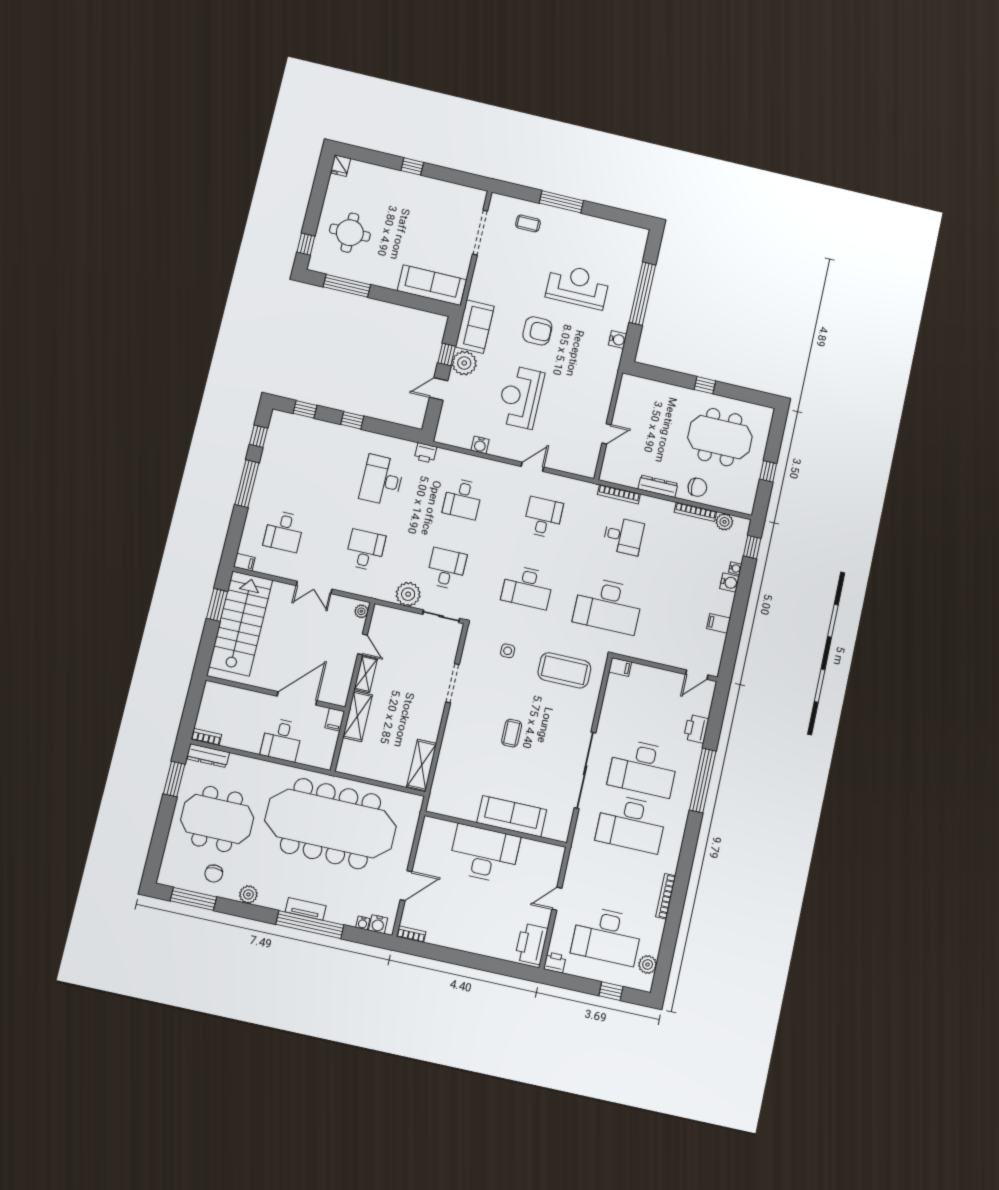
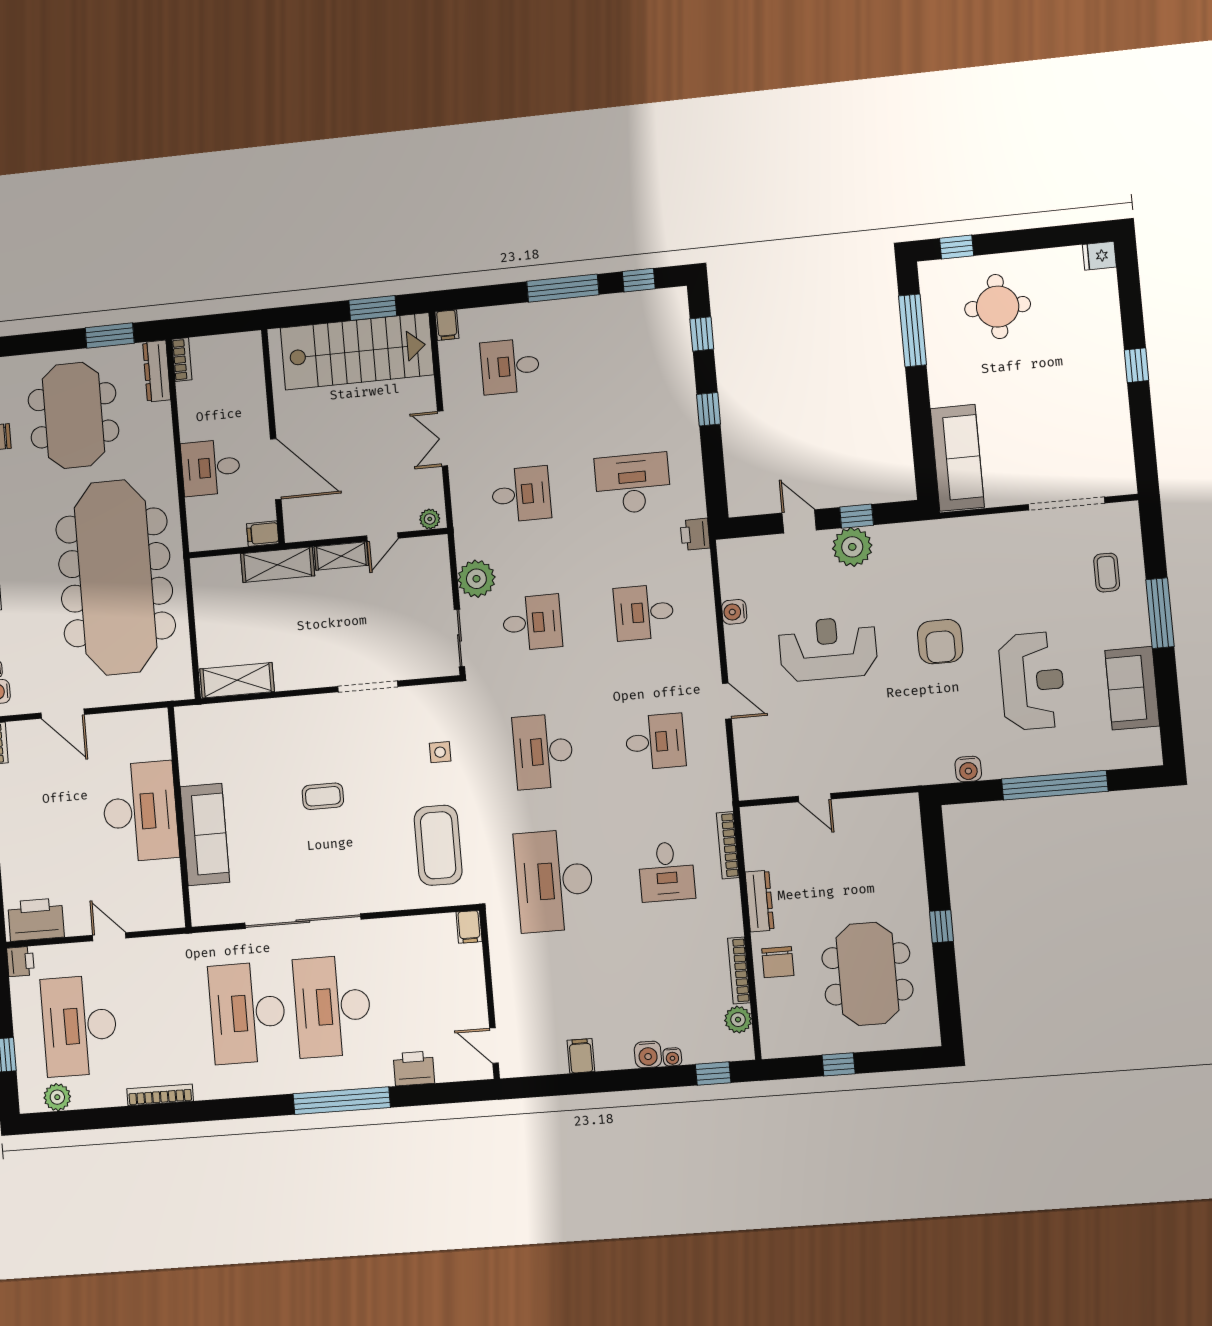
sofa: (475, 327) -> (1132, 688), moved, turned 90

